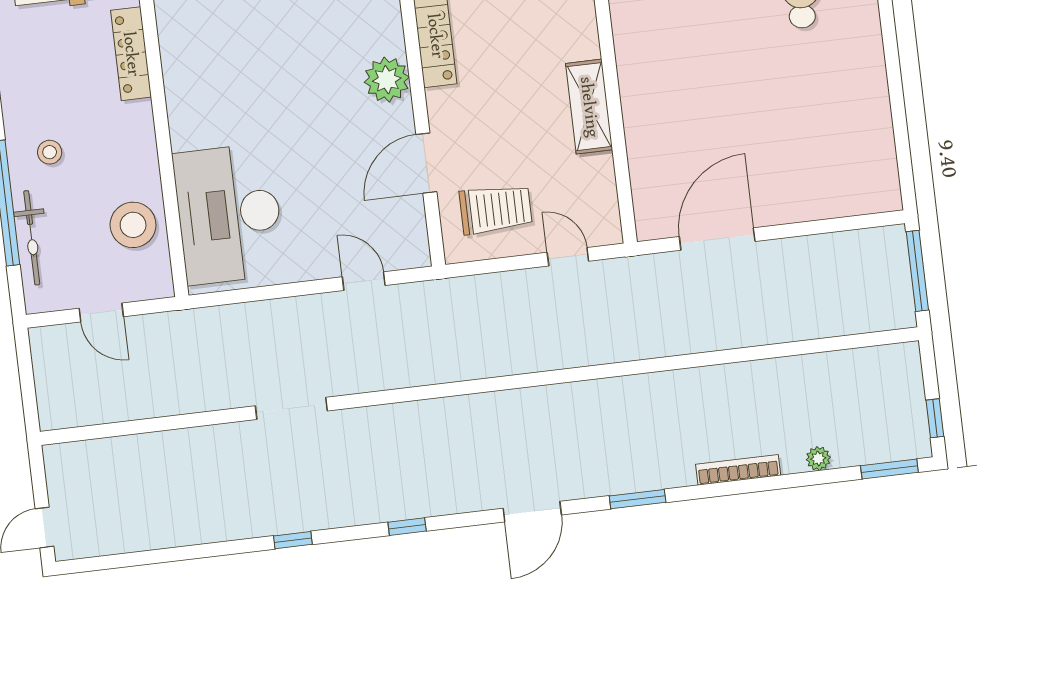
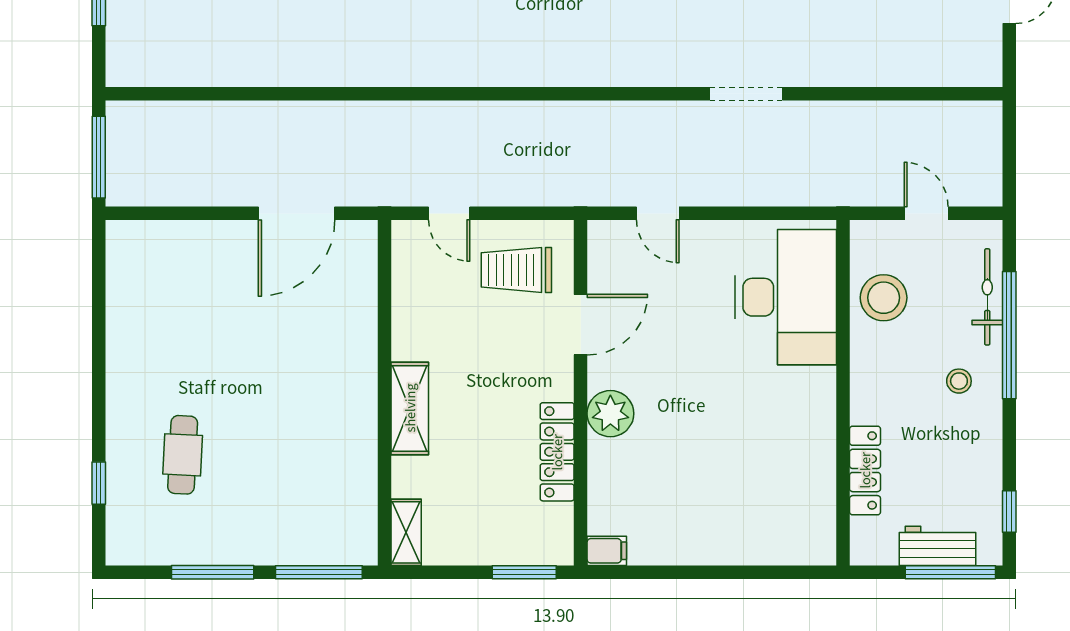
shelving: (589, 107) -> (410, 408), moved

